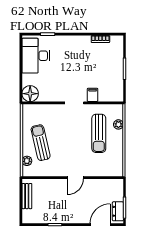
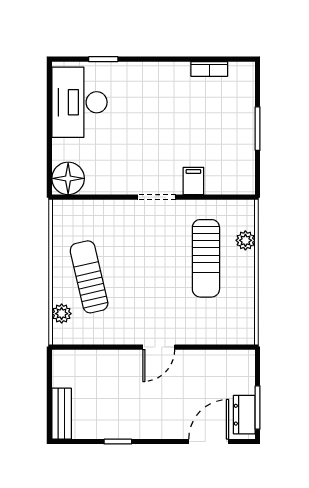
bench: (27, 196) -> (62, 414), moved

